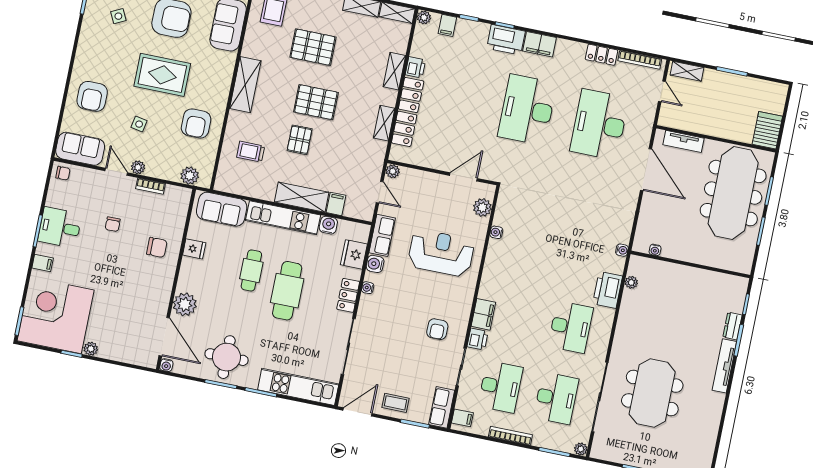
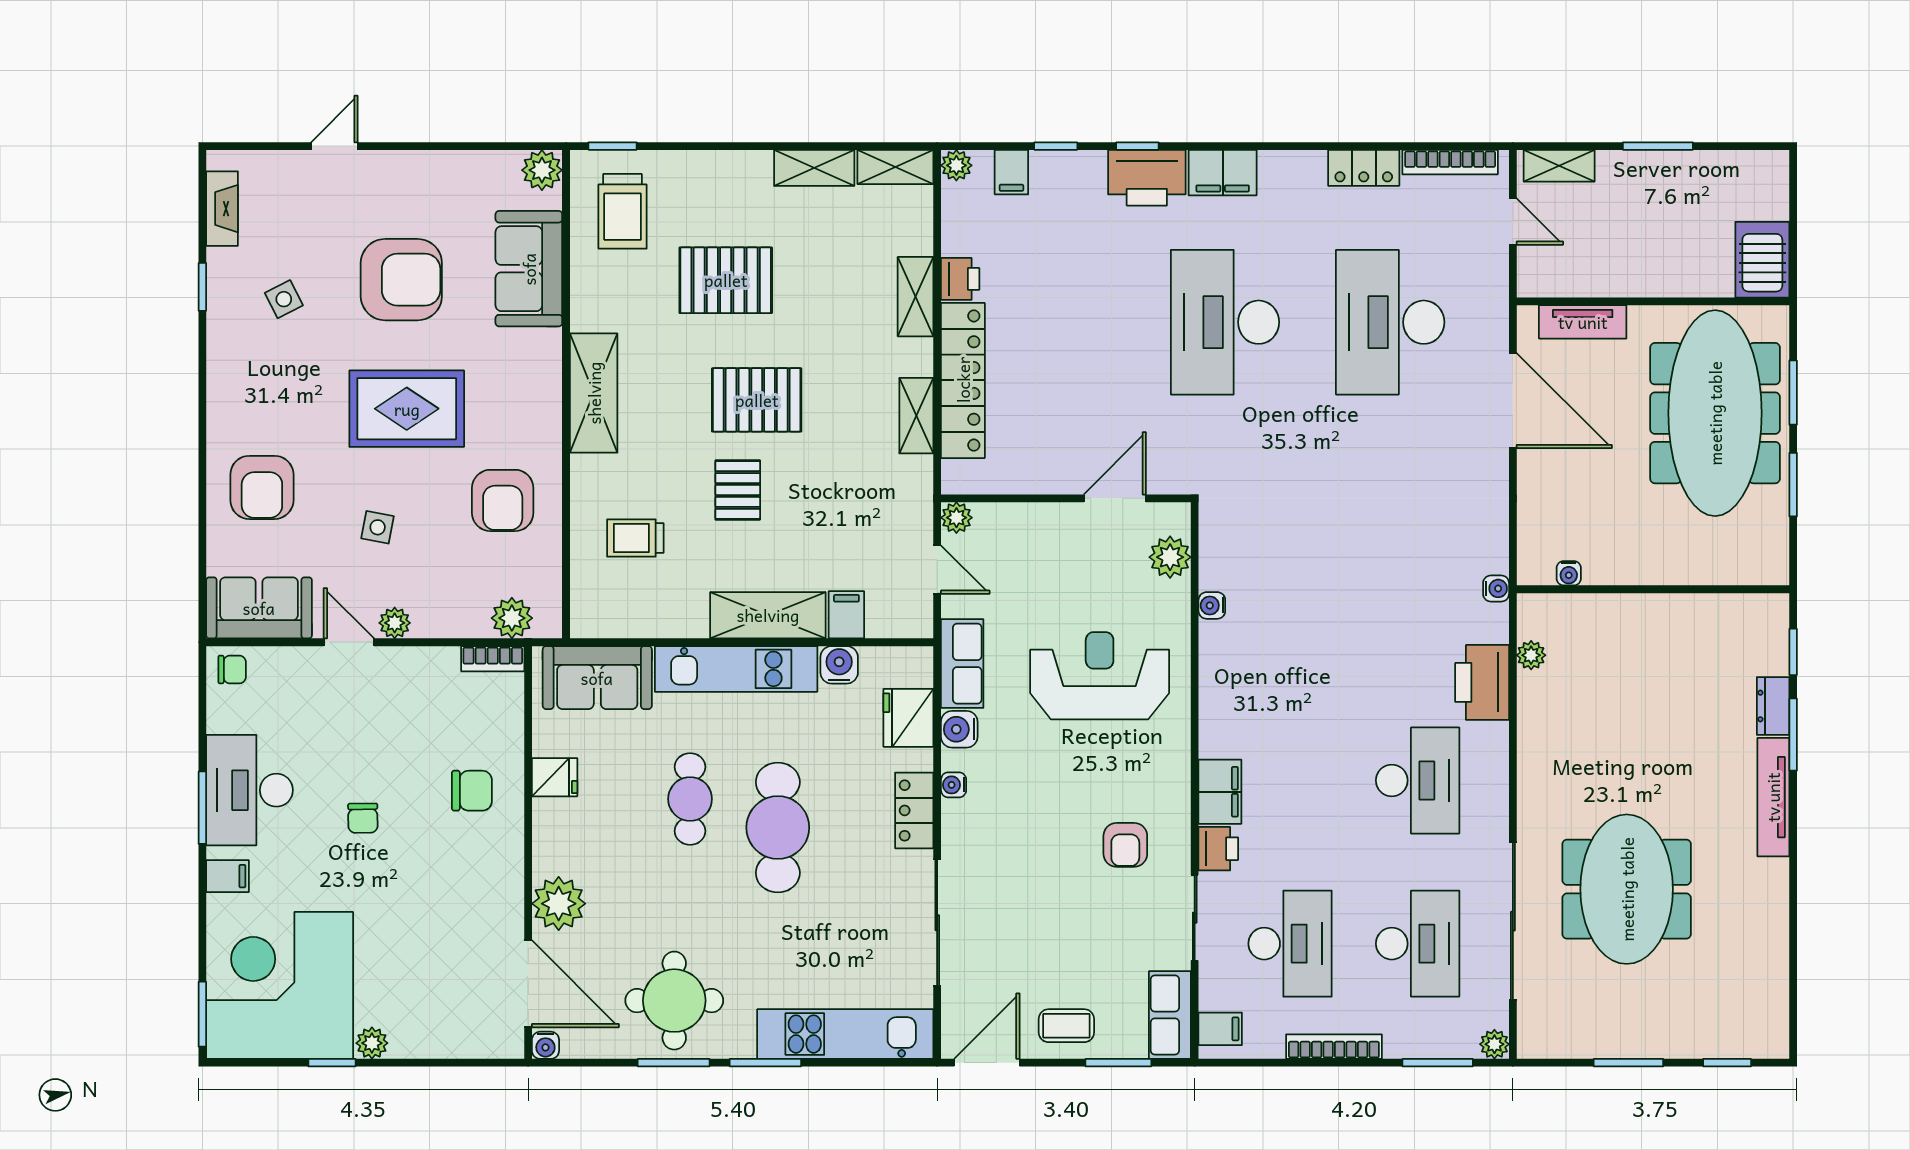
bookcase: (150, 186) -> (493, 659), moved
chair: (113, 224) -> (363, 818), moved
desk: (60, 227) -> (250, 790), width x1.37

